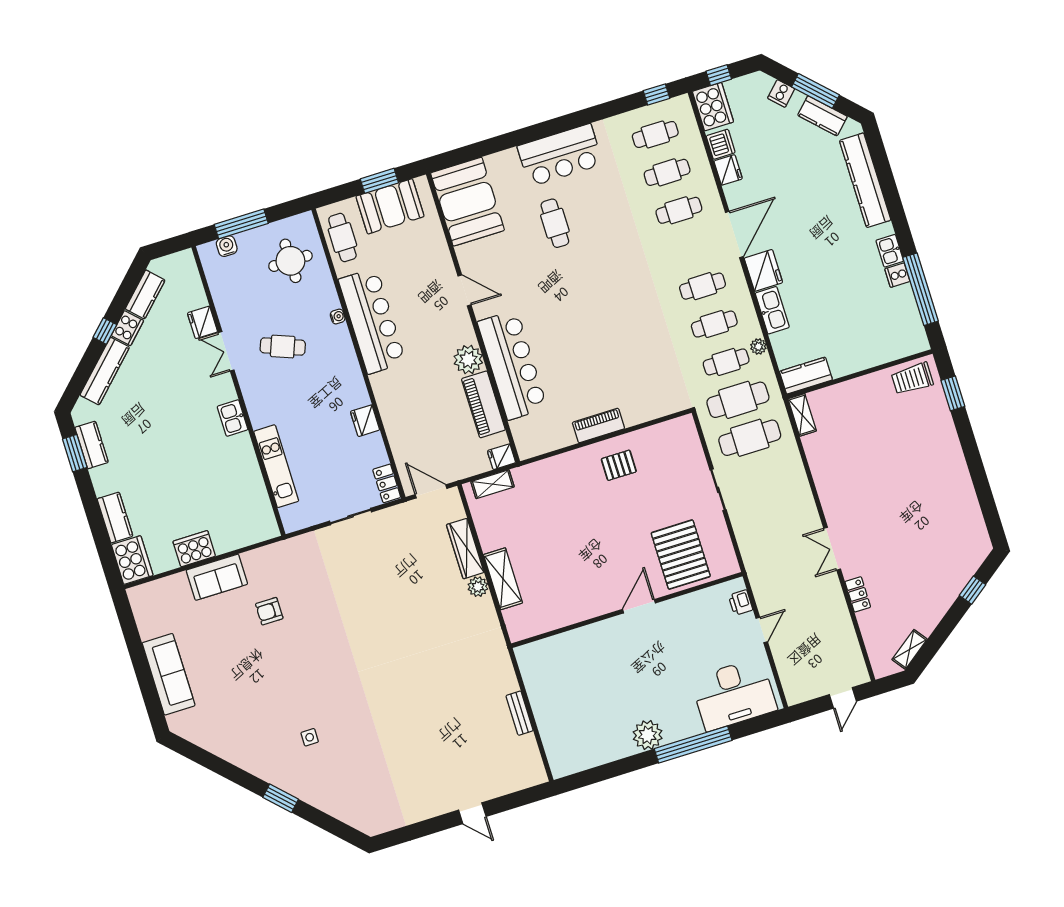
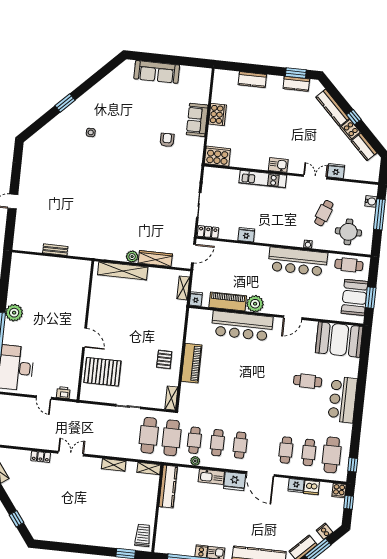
cooker: (713, 107) -> (339, 490), width x0.53, depth x0.76
cafe table: (655, 134) -> (332, 455), width x1.37, depth x1.35
cafe table: (283, 347) -> (324, 213), moved
kitchen counter: (806, 376) -> (168, 487), width x1.50
piano: (598, 426) -> (192, 363), width x1.37, depth x1.33
shelving: (675, 427) -> (171, 398), added
kitchen unit: (276, 466) -> (263, 179), moved
shelving: (821, 473) -> (114, 465), added
cooker: (132, 560) -> (217, 156), moved, turned 180
shelving: (503, 579) -> (123, 271), width x1.47

